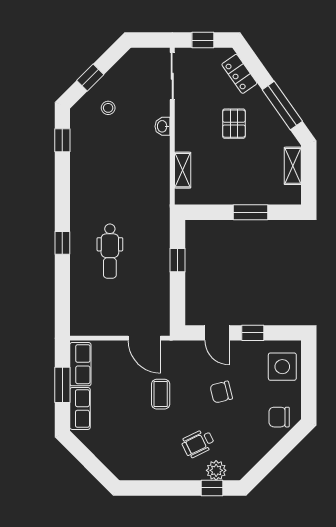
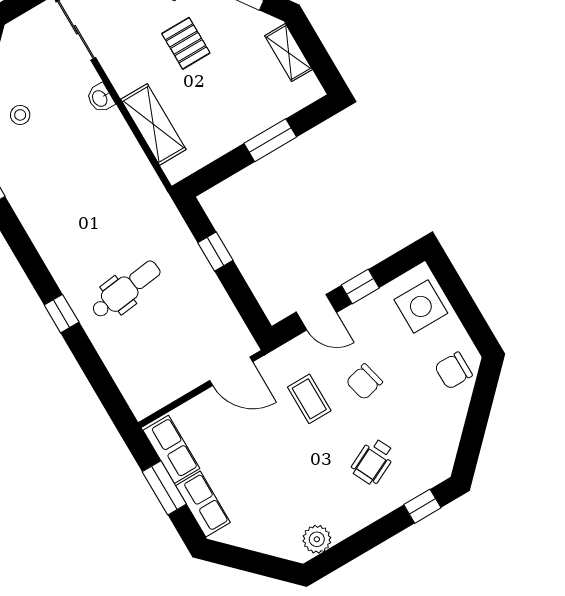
shelving: (183, 170) -> (153, 124), width x1.50, depth x1.33
dental chair: (110, 251) -> (126, 289), turned -97
coffee table: (161, 394) -> (309, 399), moved
plant: (216, 470) -> (317, 539), moved

